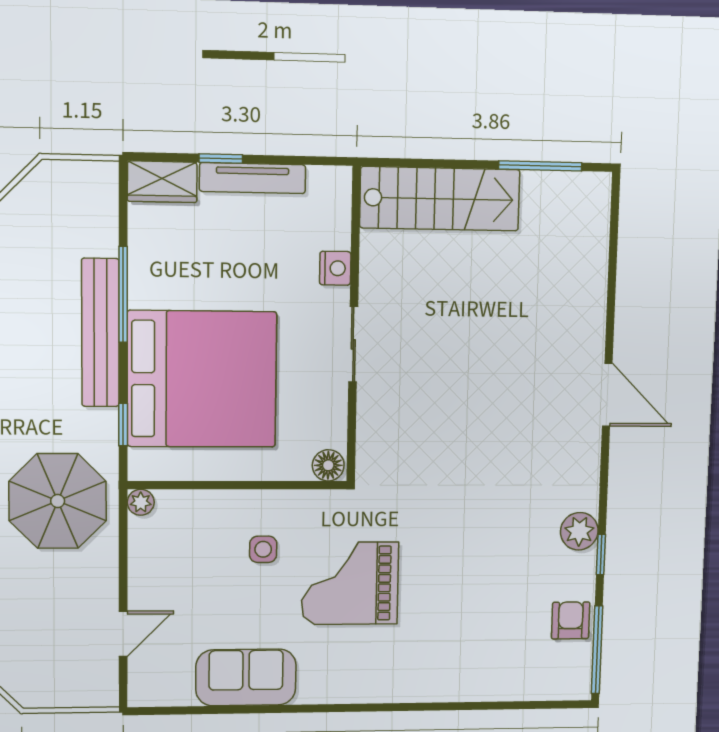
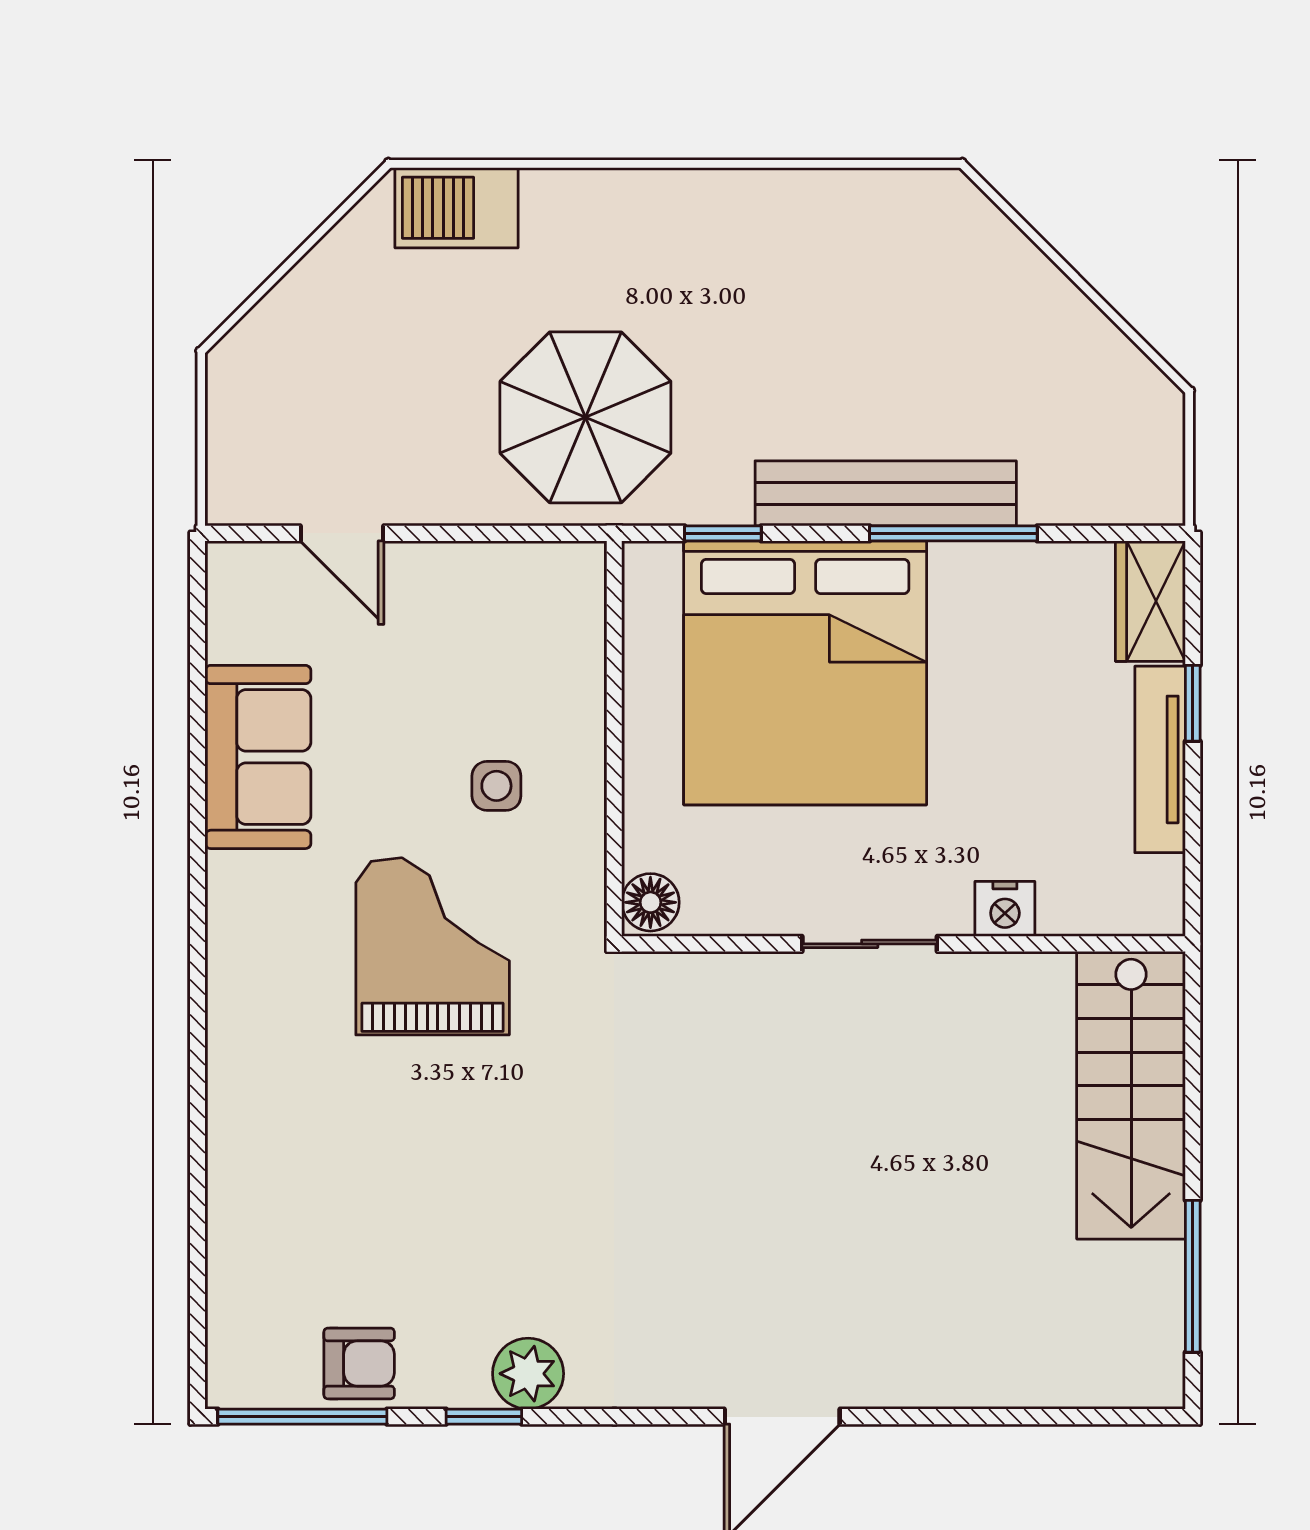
plant: (141, 502) -> (583, 565), removed

